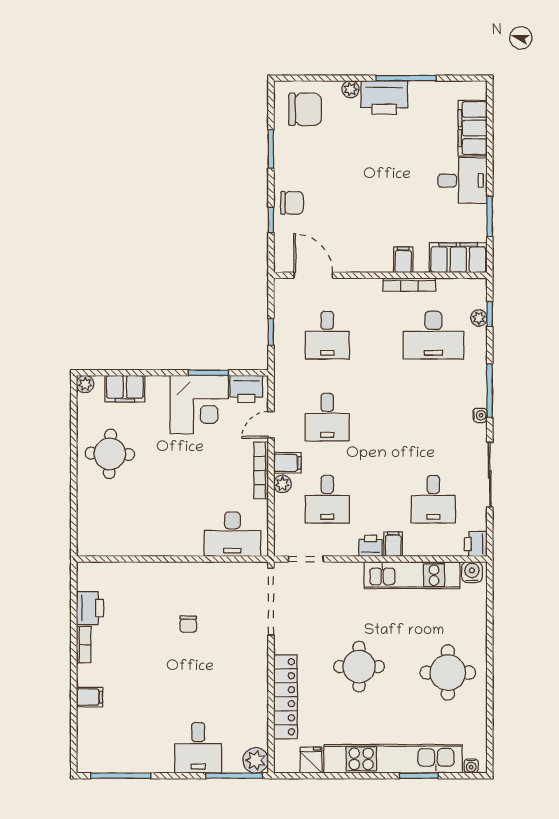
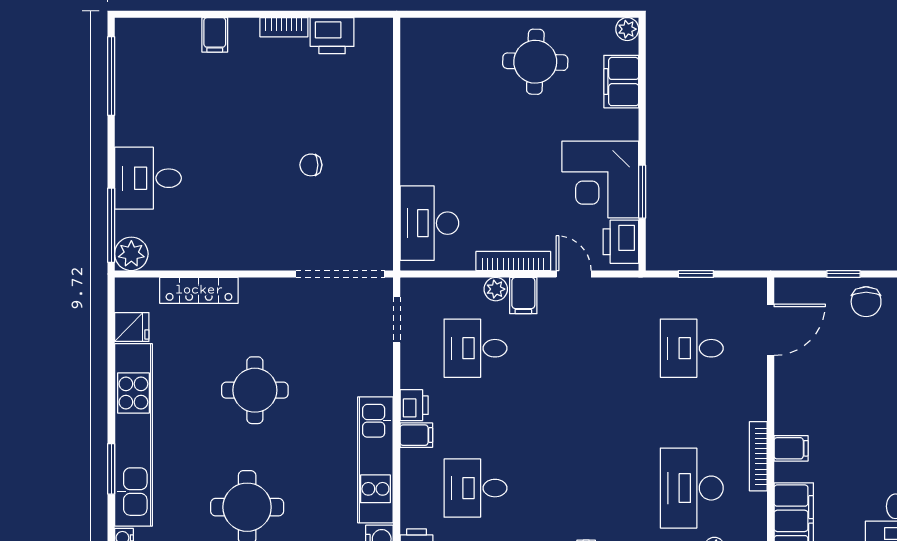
desk: (327, 417) -> (584, 348), removed
locker: (285, 697) -> (199, 290), width x0.71, depth x0.83

